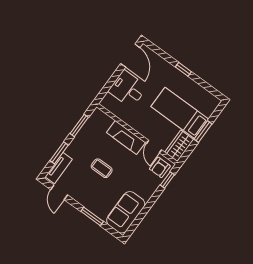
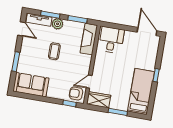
door: (130, 56) -> (147, 32), swing flipped
desk: (128, 89) -> (111, 40), moved
bed: (180, 113) -> (141, 91), moved
fireplace: (126, 137) -> (89, 39), moved
plant: (73, 150) -> (57, 24), added
door: (59, 192) -> (21, 29), swing flipped

